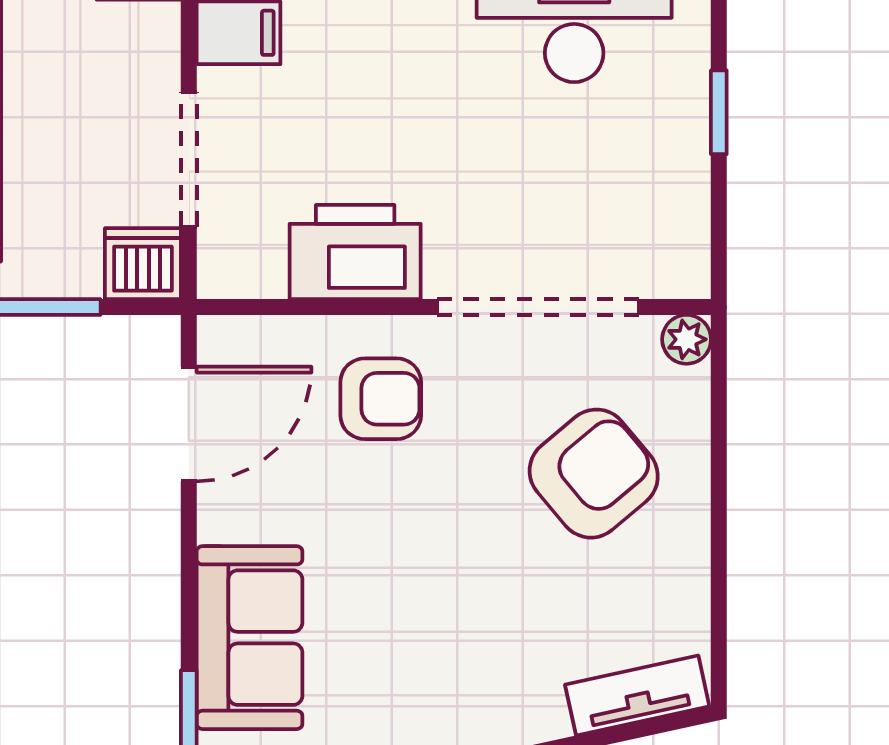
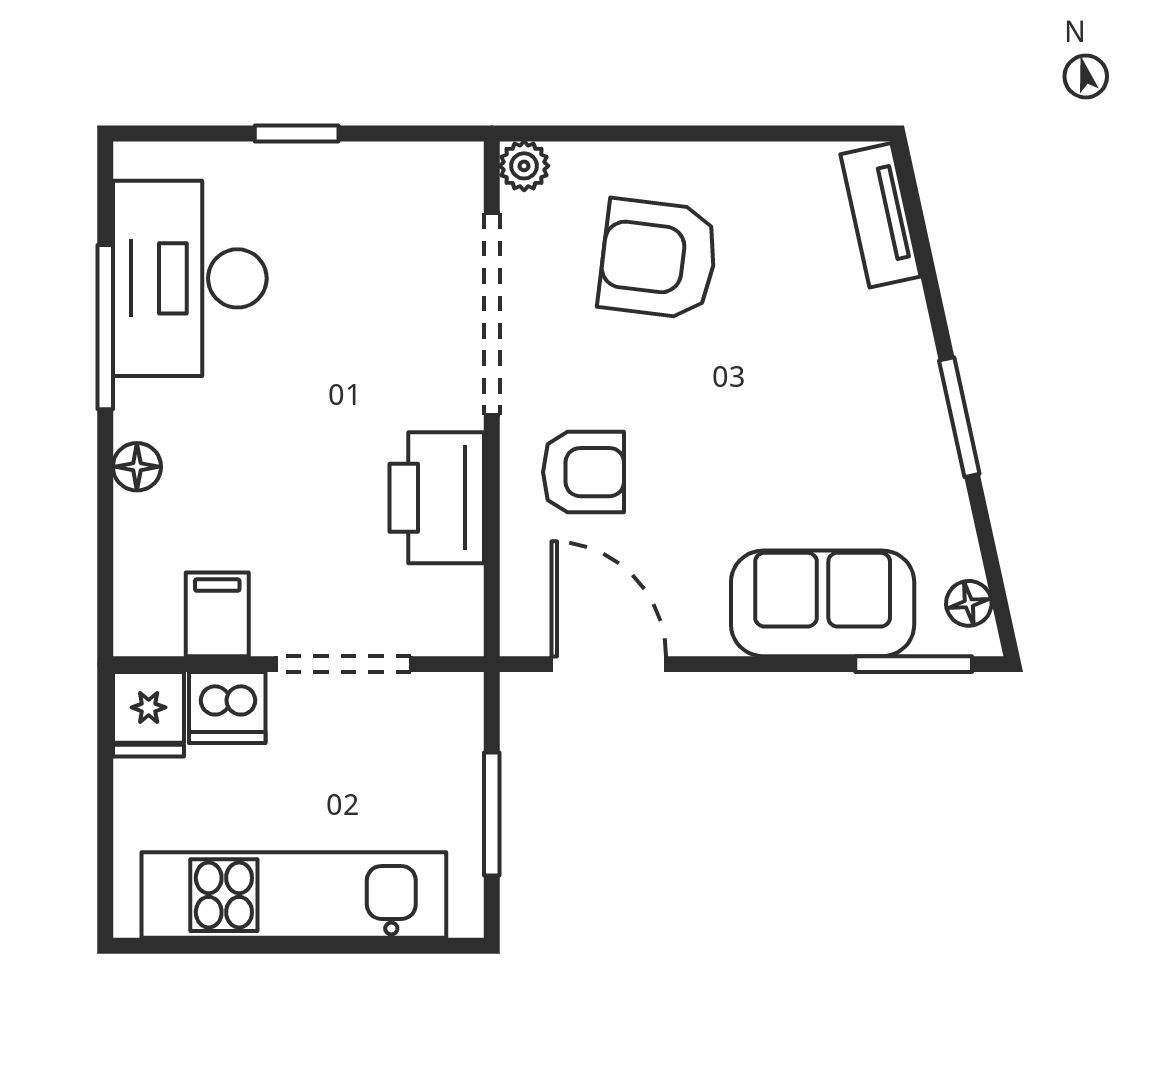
dishwasher: (143, 264) -> (227, 708), moved, turned -90
armchair: (381, 399) -> (583, 472), turned 90
armchair: (594, 474) -> (658, 259), turned -43

